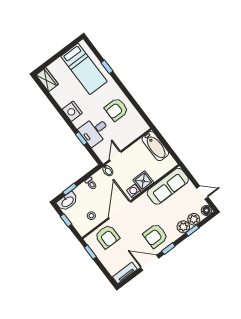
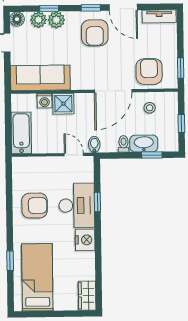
desk: (94, 131) -> (77, 205), width x1.37
door: (115, 156) -> (74, 155), swing flipped
washing machine: (134, 191) -> (44, 101), moved
washbasin: (67, 202) -> (144, 143), moved
armchair: (155, 236) -> (95, 33), turned 90

